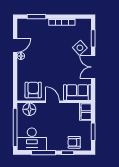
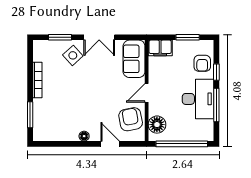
door: (15, 45) -> (110, 144), moved
armchair: (33, 90) -> (131, 119), turned 79
desk: (32, 139) -> (198, 99), moved

